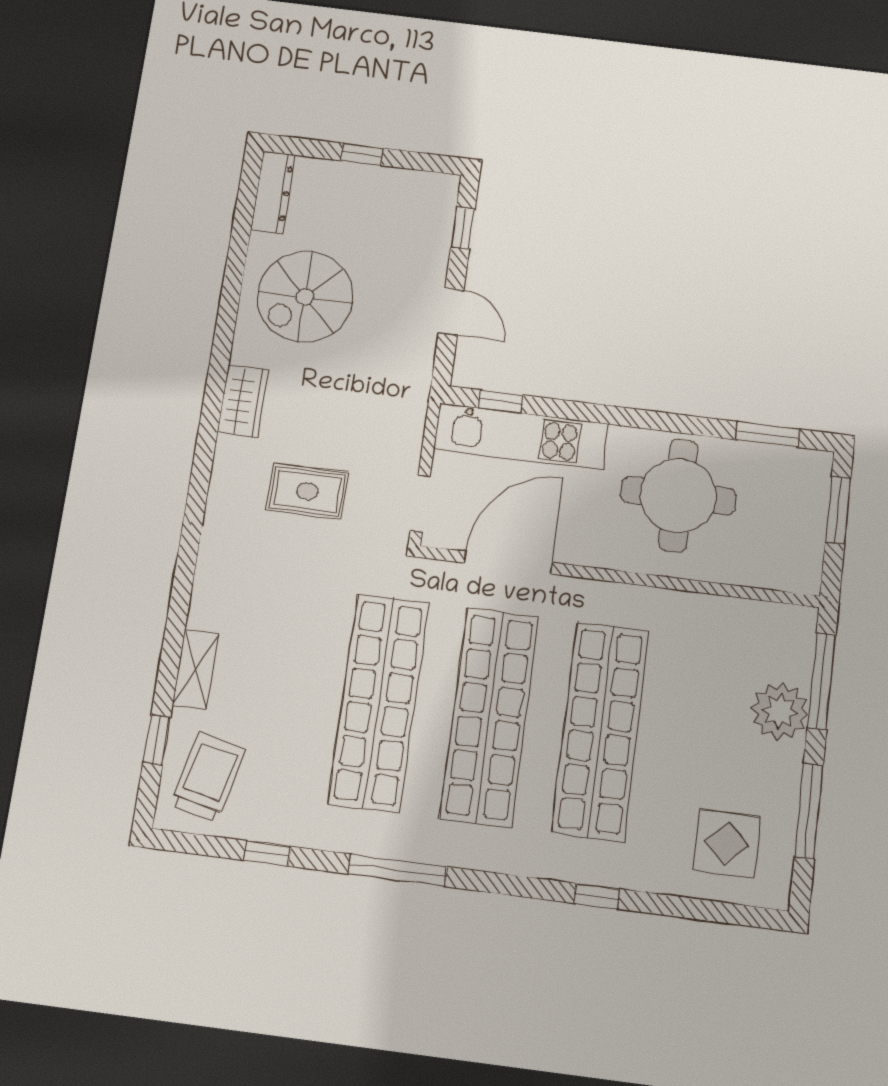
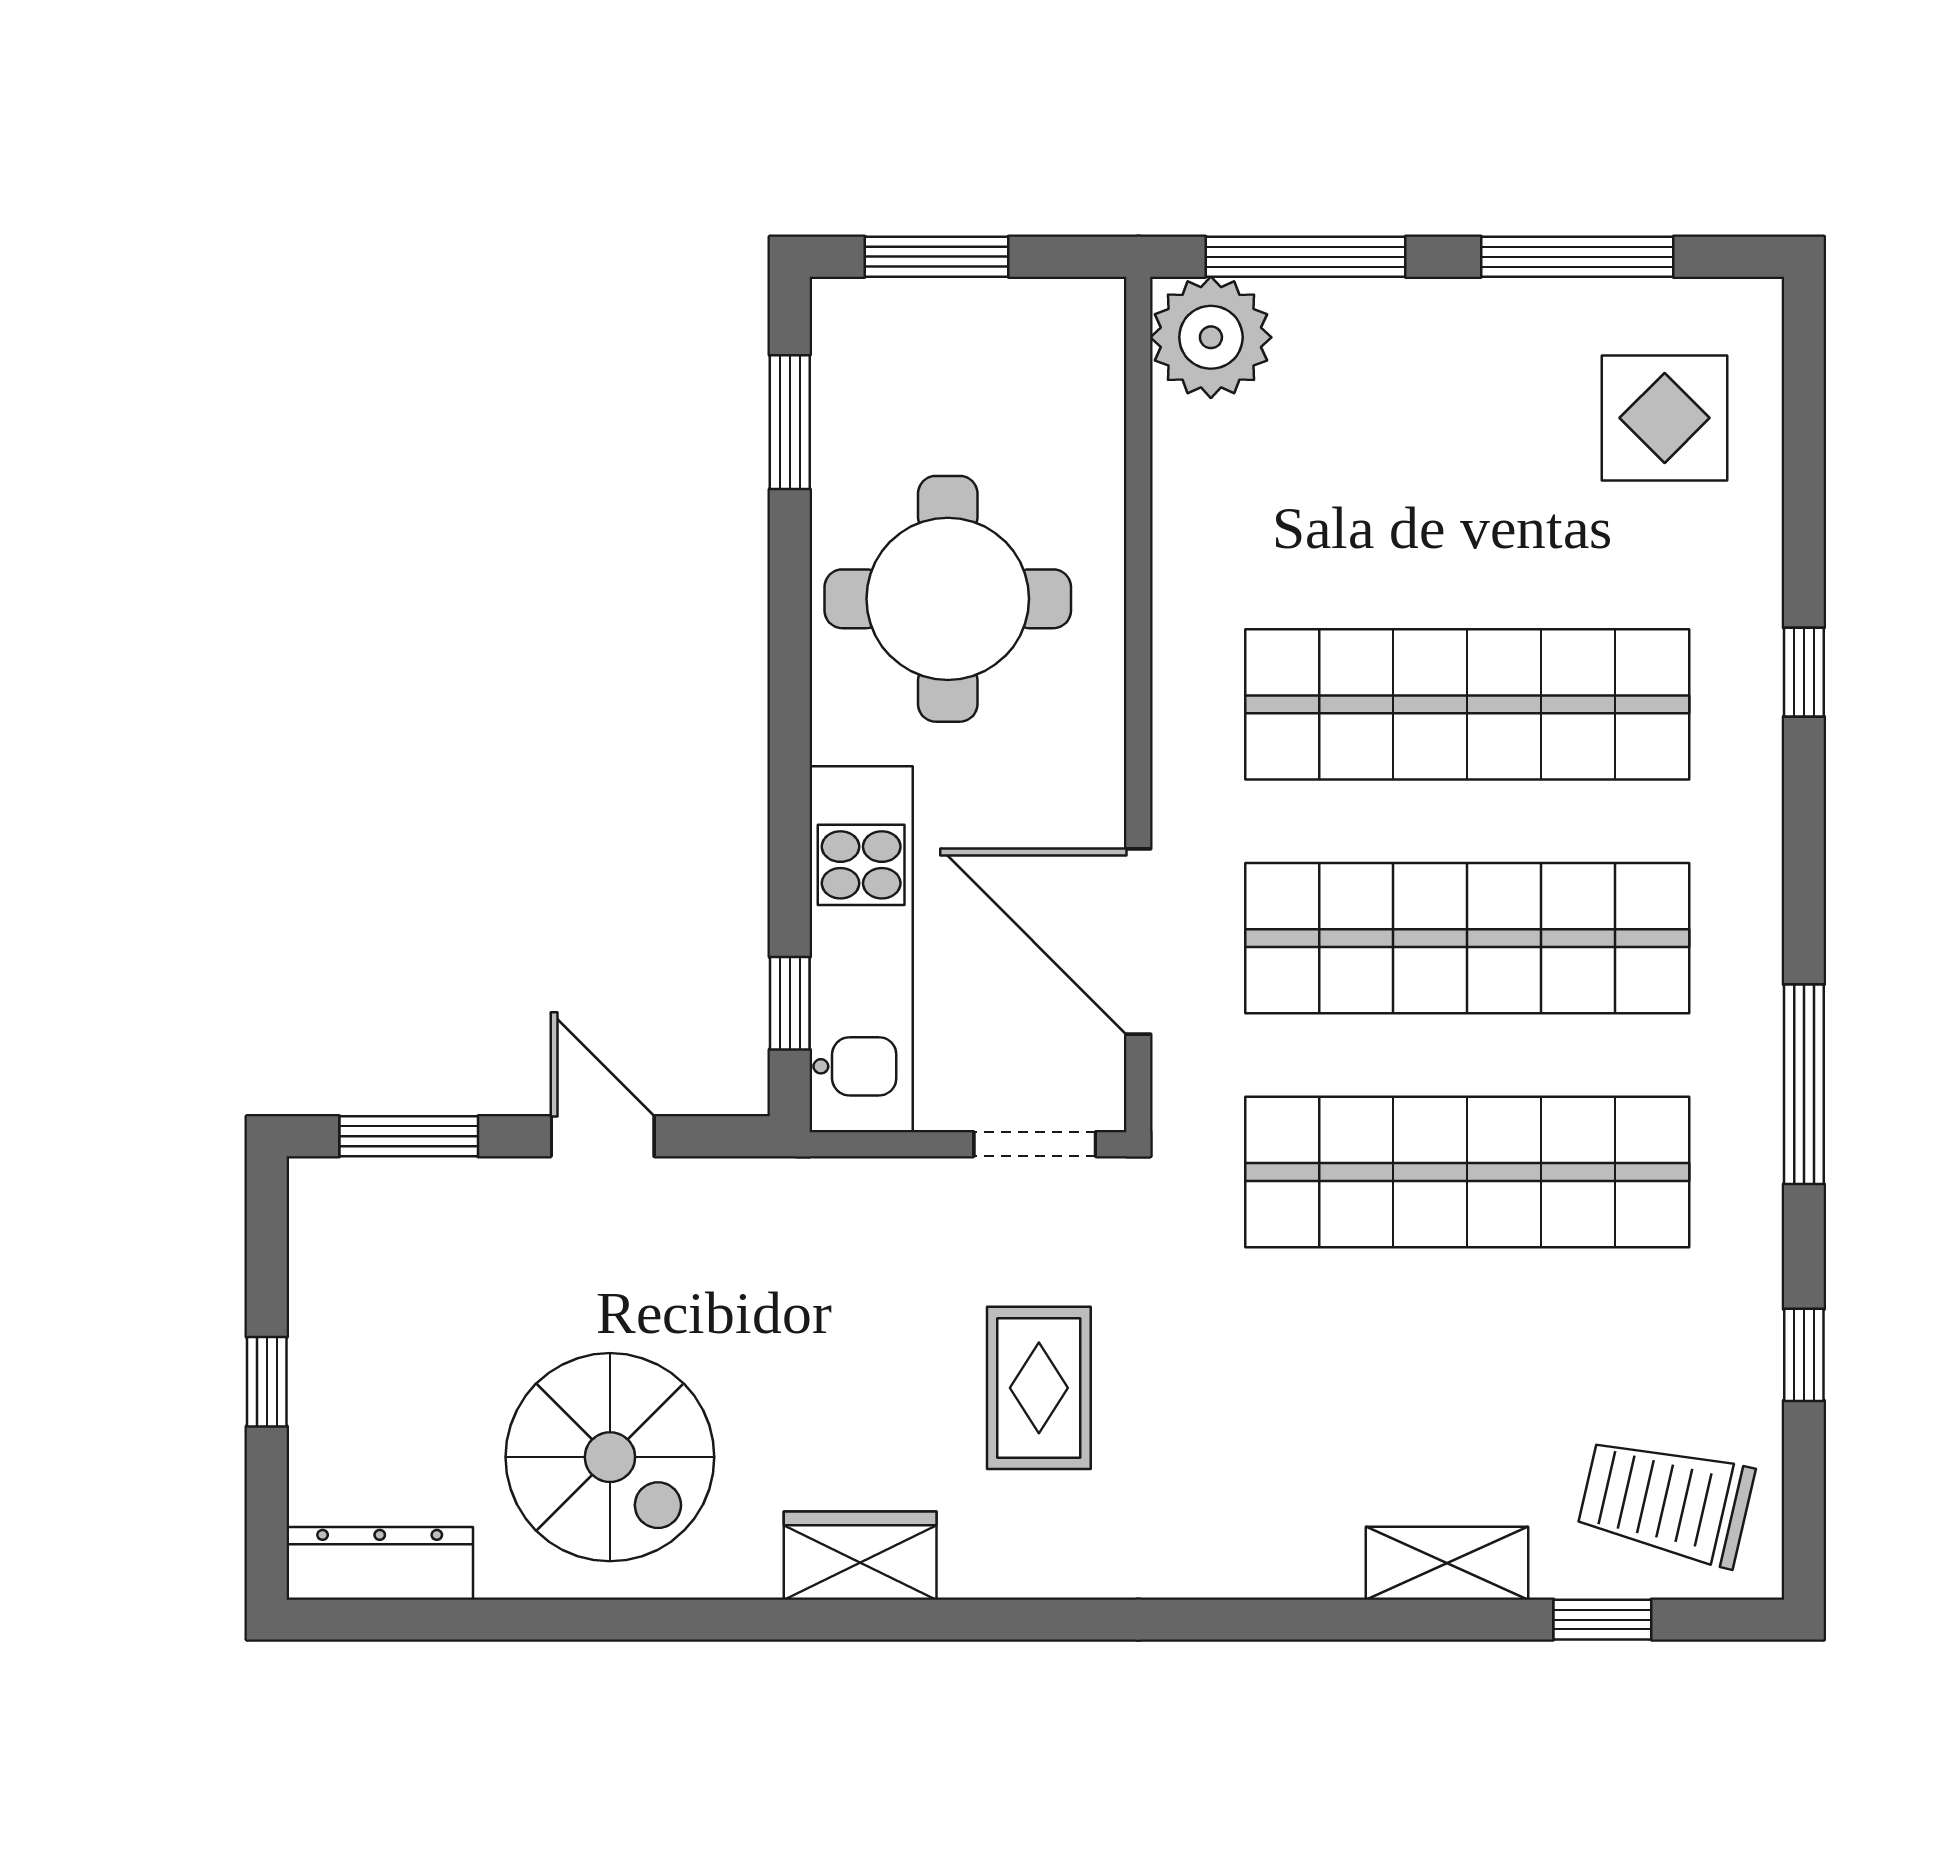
window: (463, 228) -> (409, 1136), width x1.50
door: (451, 312) -> (603, 1136), hinge flipped
plant: (780, 711) -> (1211, 337), moved

